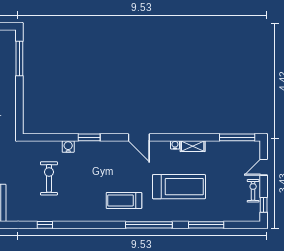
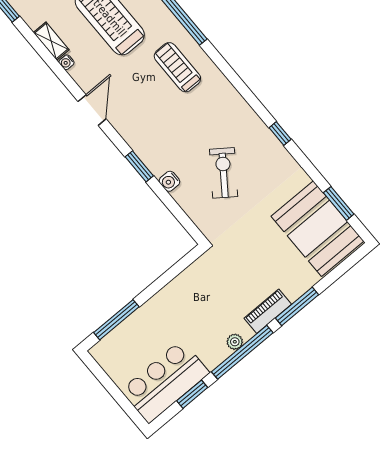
exercise bike: (49, 178) -> (224, 173), turned 126
treadmill: (124, 200) -> (177, 67), turned 180

